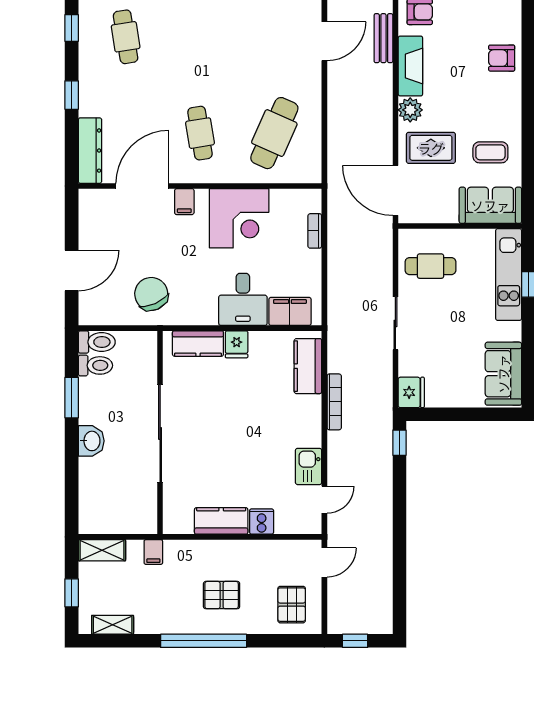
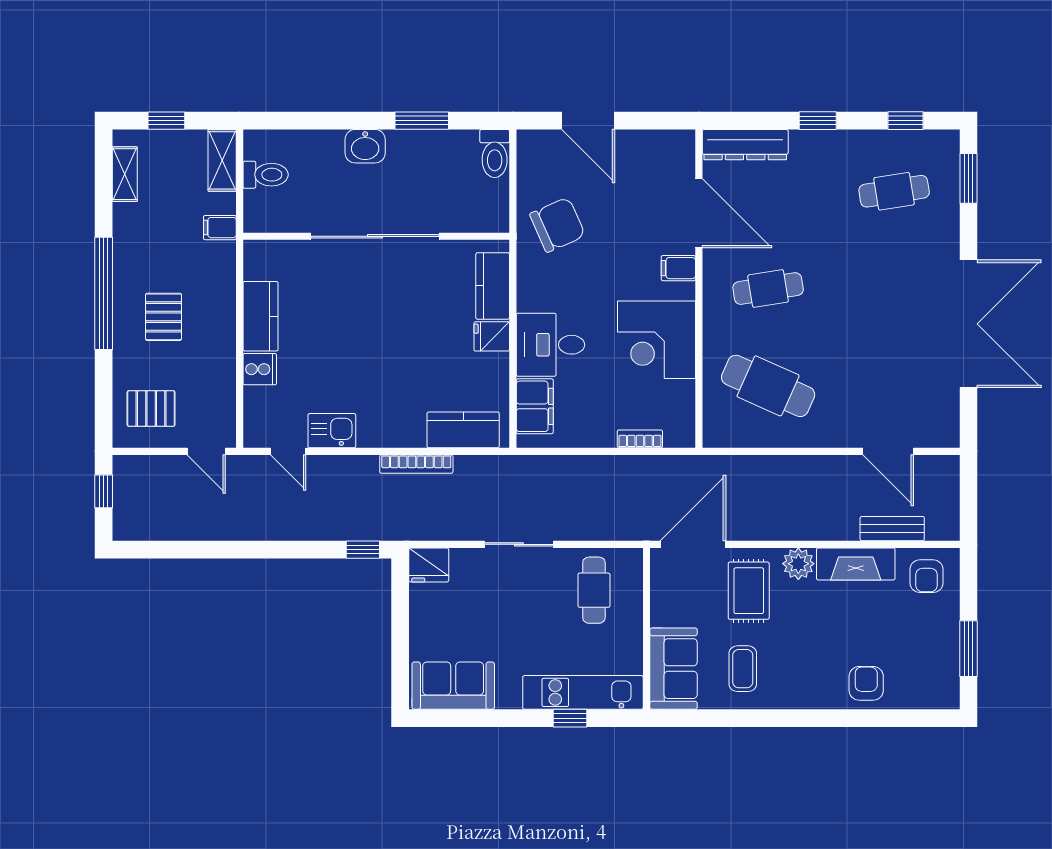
toilet: (95, 365) -> (266, 175), moved, turned -90

